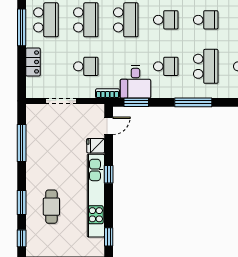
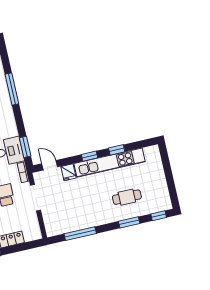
doorway: (61, 101) -> (36, 198), moved
window: (193, 102) -> (12, 89), moved
window: (109, 237) -> (117, 150), moved

